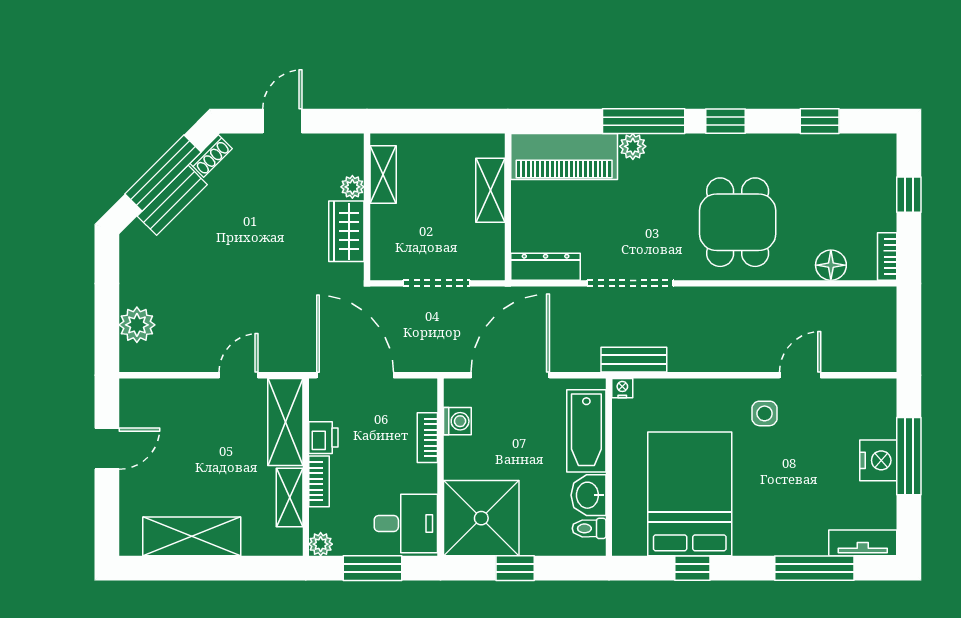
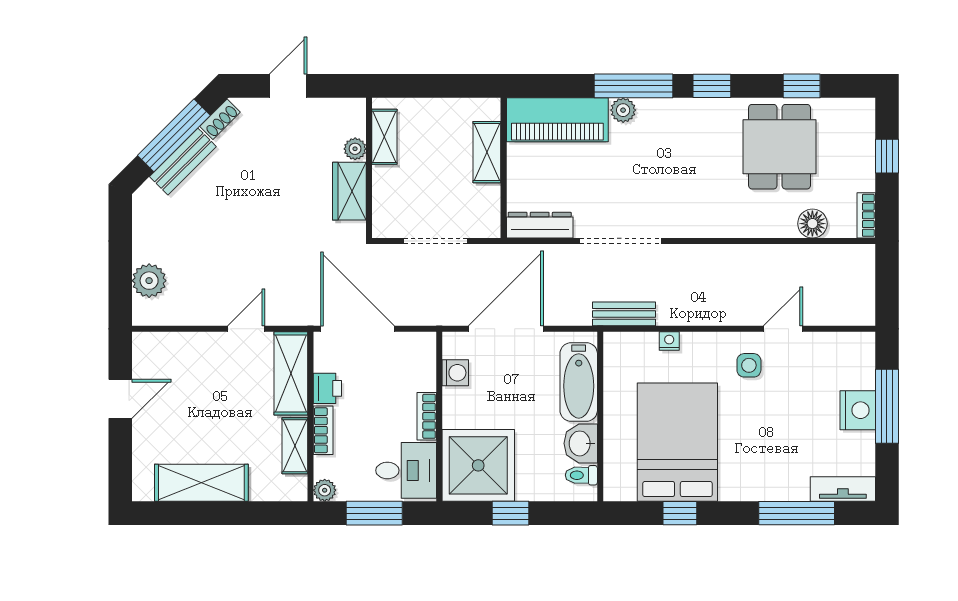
dining table: (738, 222) -> (780, 147), moved
nightstand: (622, 388) -> (669, 341), moved
bookcase: (427, 438) -> (427, 416), moved

